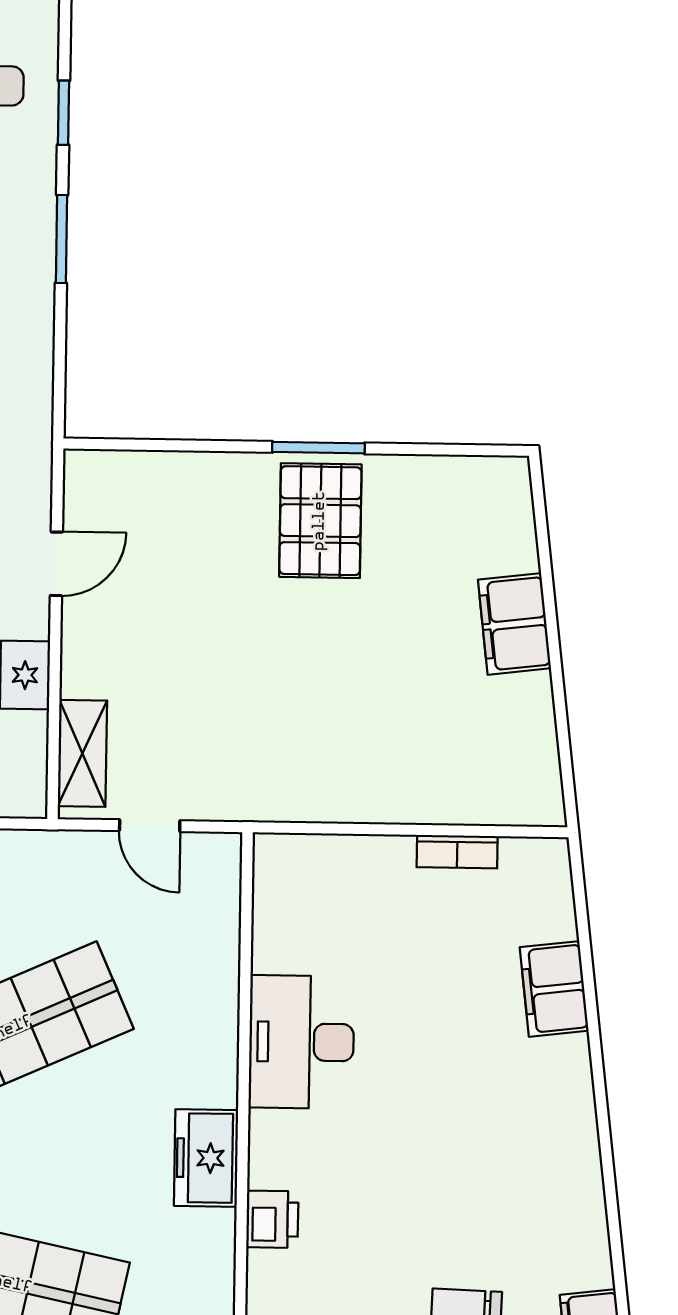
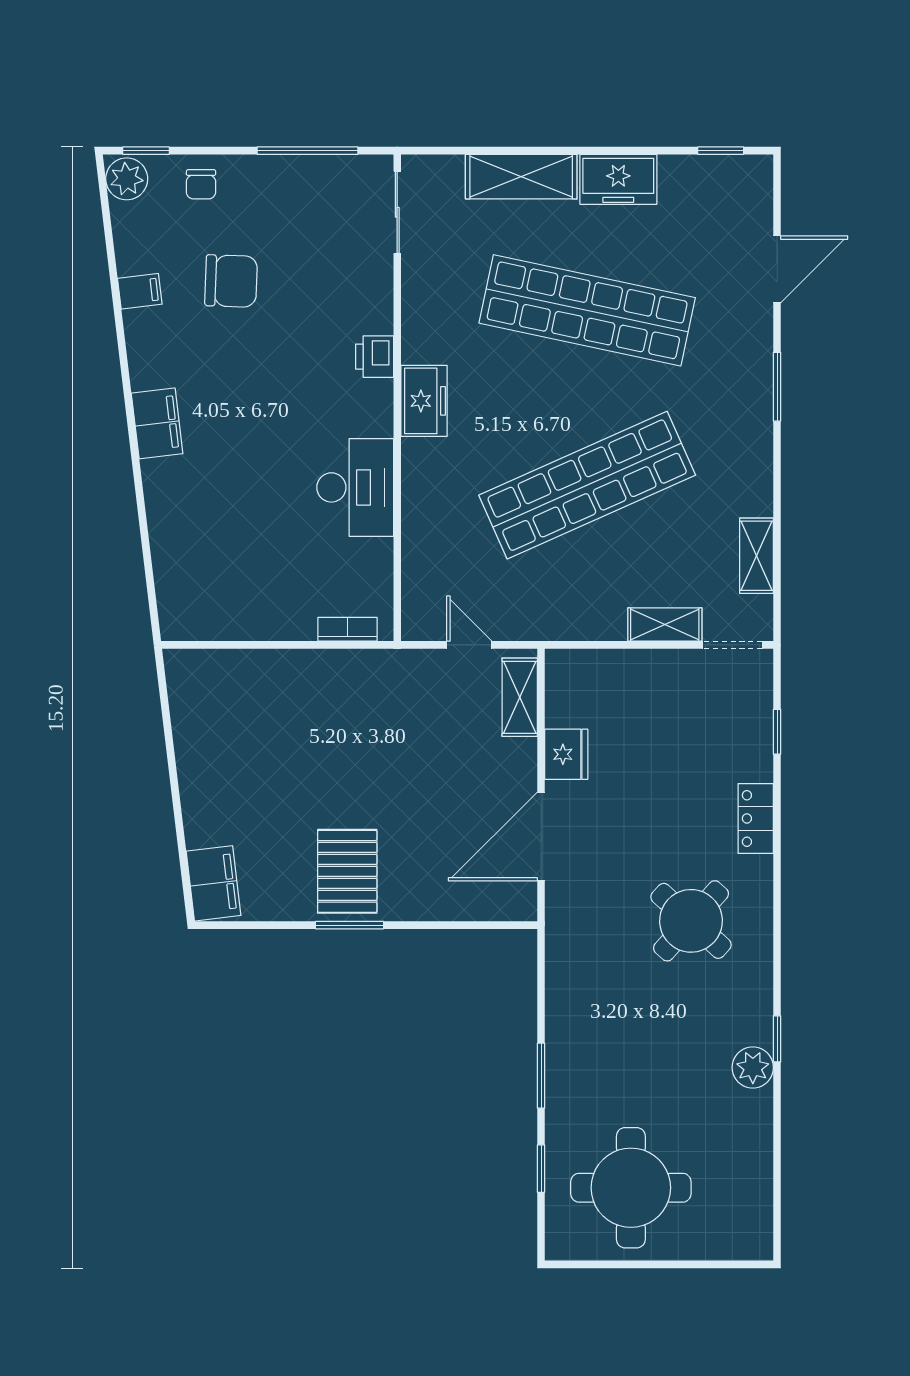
door: (56, 564) -> (541, 837), width x1.88
filing cabinet: (514, 624) -> (213, 883), moved
bookcase: (457, 852) -> (347, 629), moved
filing cabinet: (554, 989) -> (157, 423), moved

